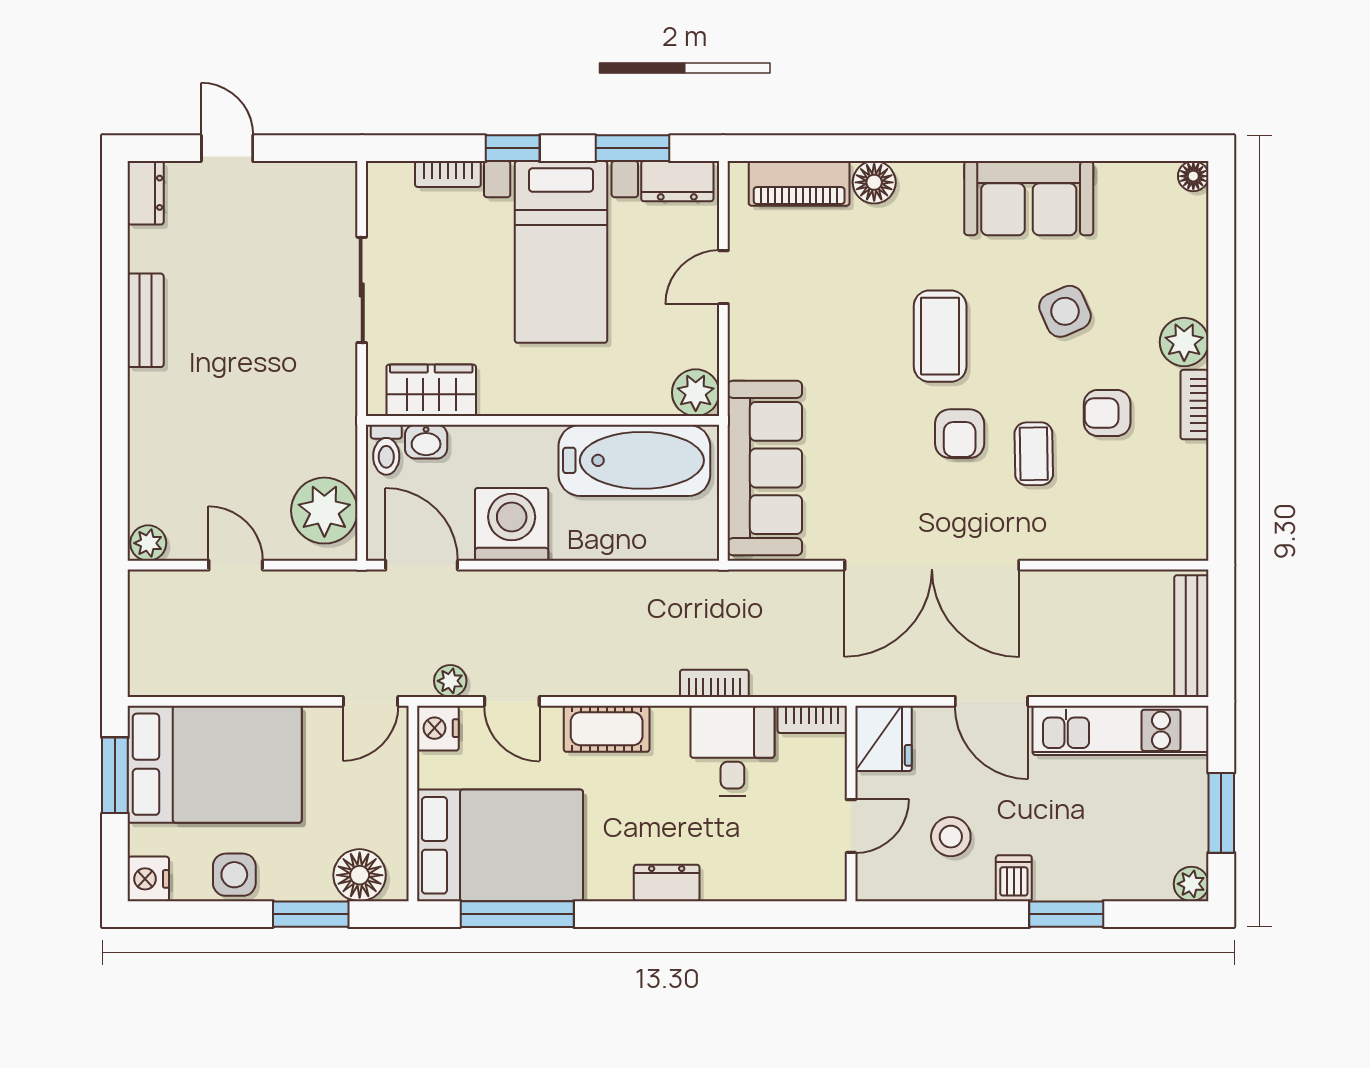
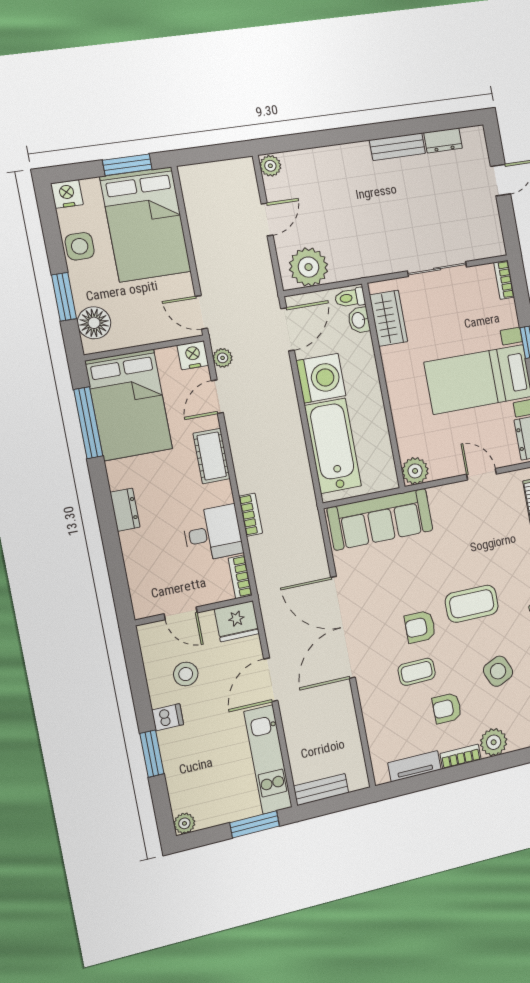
bookcase: (448, 174) -> (504, 280), moved
dresser: (146, 193) -> (443, 140), moved
armchair: (1107, 413) -> (447, 708), turned -90
bathtub: (634, 460) -> (333, 446), moved, turned 180
tv unit: (1191, 487) -> (414, 766), added
bench: (1191, 636) -> (321, 789), width x0.73
window: (1221, 813) -> (255, 824), moved

